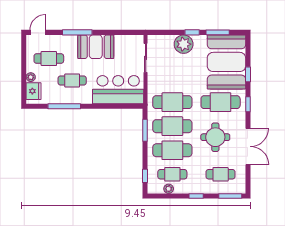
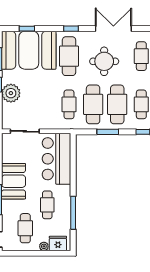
window: (248, 74) -> (27, 29), moved
cafe table: (172, 102) -> (69, 104), width x0.73, depth x0.74
window: (145, 130) -> (108, 132), moved

